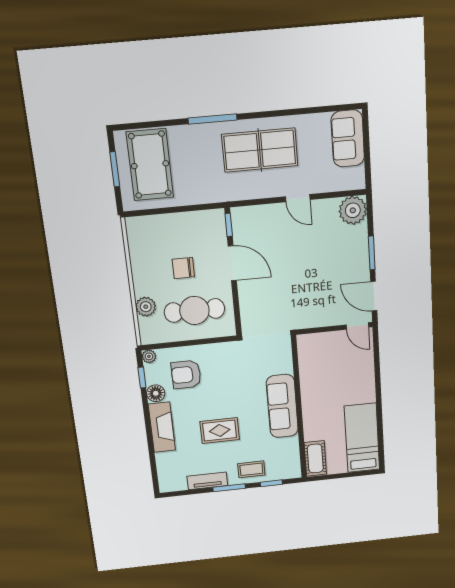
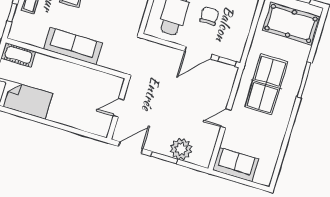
sofa: (348, 139) -> (236, 165), moved
table tennis table: (260, 150) -> (266, 84), moved
plant: (353, 210) -> (181, 149), moved
door: (357, 326) -> (118, 108), moved

